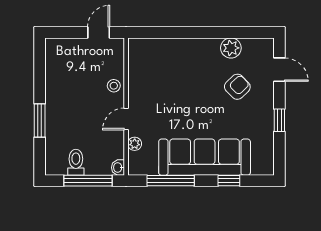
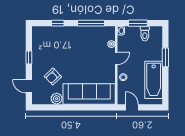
door: (99, 33) -> (132, 107), swing flipped
bathtub: (60, 81) -> (154, 80), added
sofa: (205, 157) -> (89, 94), moved, turned 180
window: (88, 181) -> (138, 23), width x0.69

